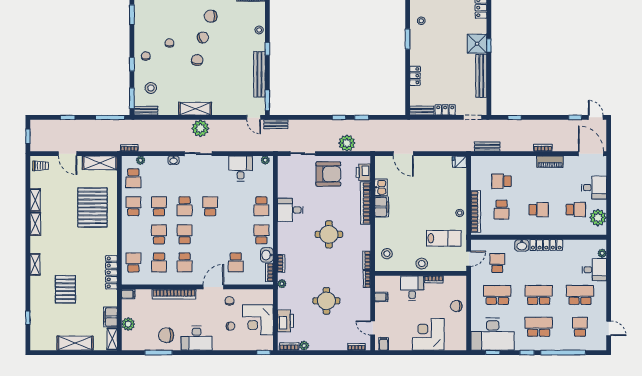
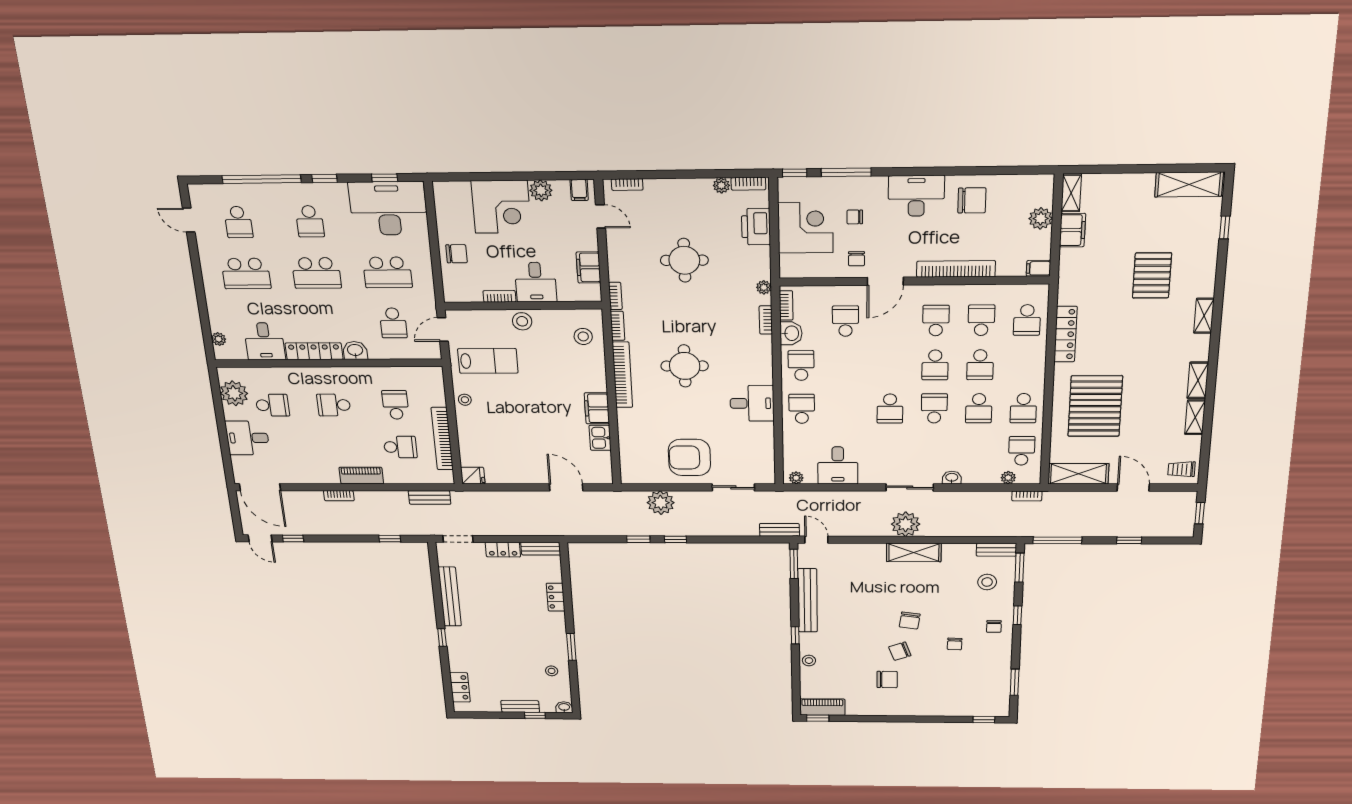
shower: (477, 44) -> (461, 640), removed
piano: (550, 162) -> (361, 476), moved
printer: (363, 172) -> (631, 460), removed
bookcase: (365, 203) -> (622, 375), moved
school desk: (576, 210) -> (272, 405), turned 180
bookcase: (476, 212) -> (442, 439), moved
school desk: (261, 234) -> (801, 366), turned 180
lab bench: (444, 238) -> (488, 361), turned 180
desk: (594, 270) -> (264, 341), moved, turned -90
locker: (111, 272) -> (1066, 334), moved
filing cabinet: (381, 297) -> (588, 267), width x2.00
school desk: (539, 327) -> (310, 221), width x0.54
shelving: (75, 343) -> (1189, 184), moved
plant: (405, 344) -> (541, 190), added
window: (159, 353) -> (846, 172), moved

